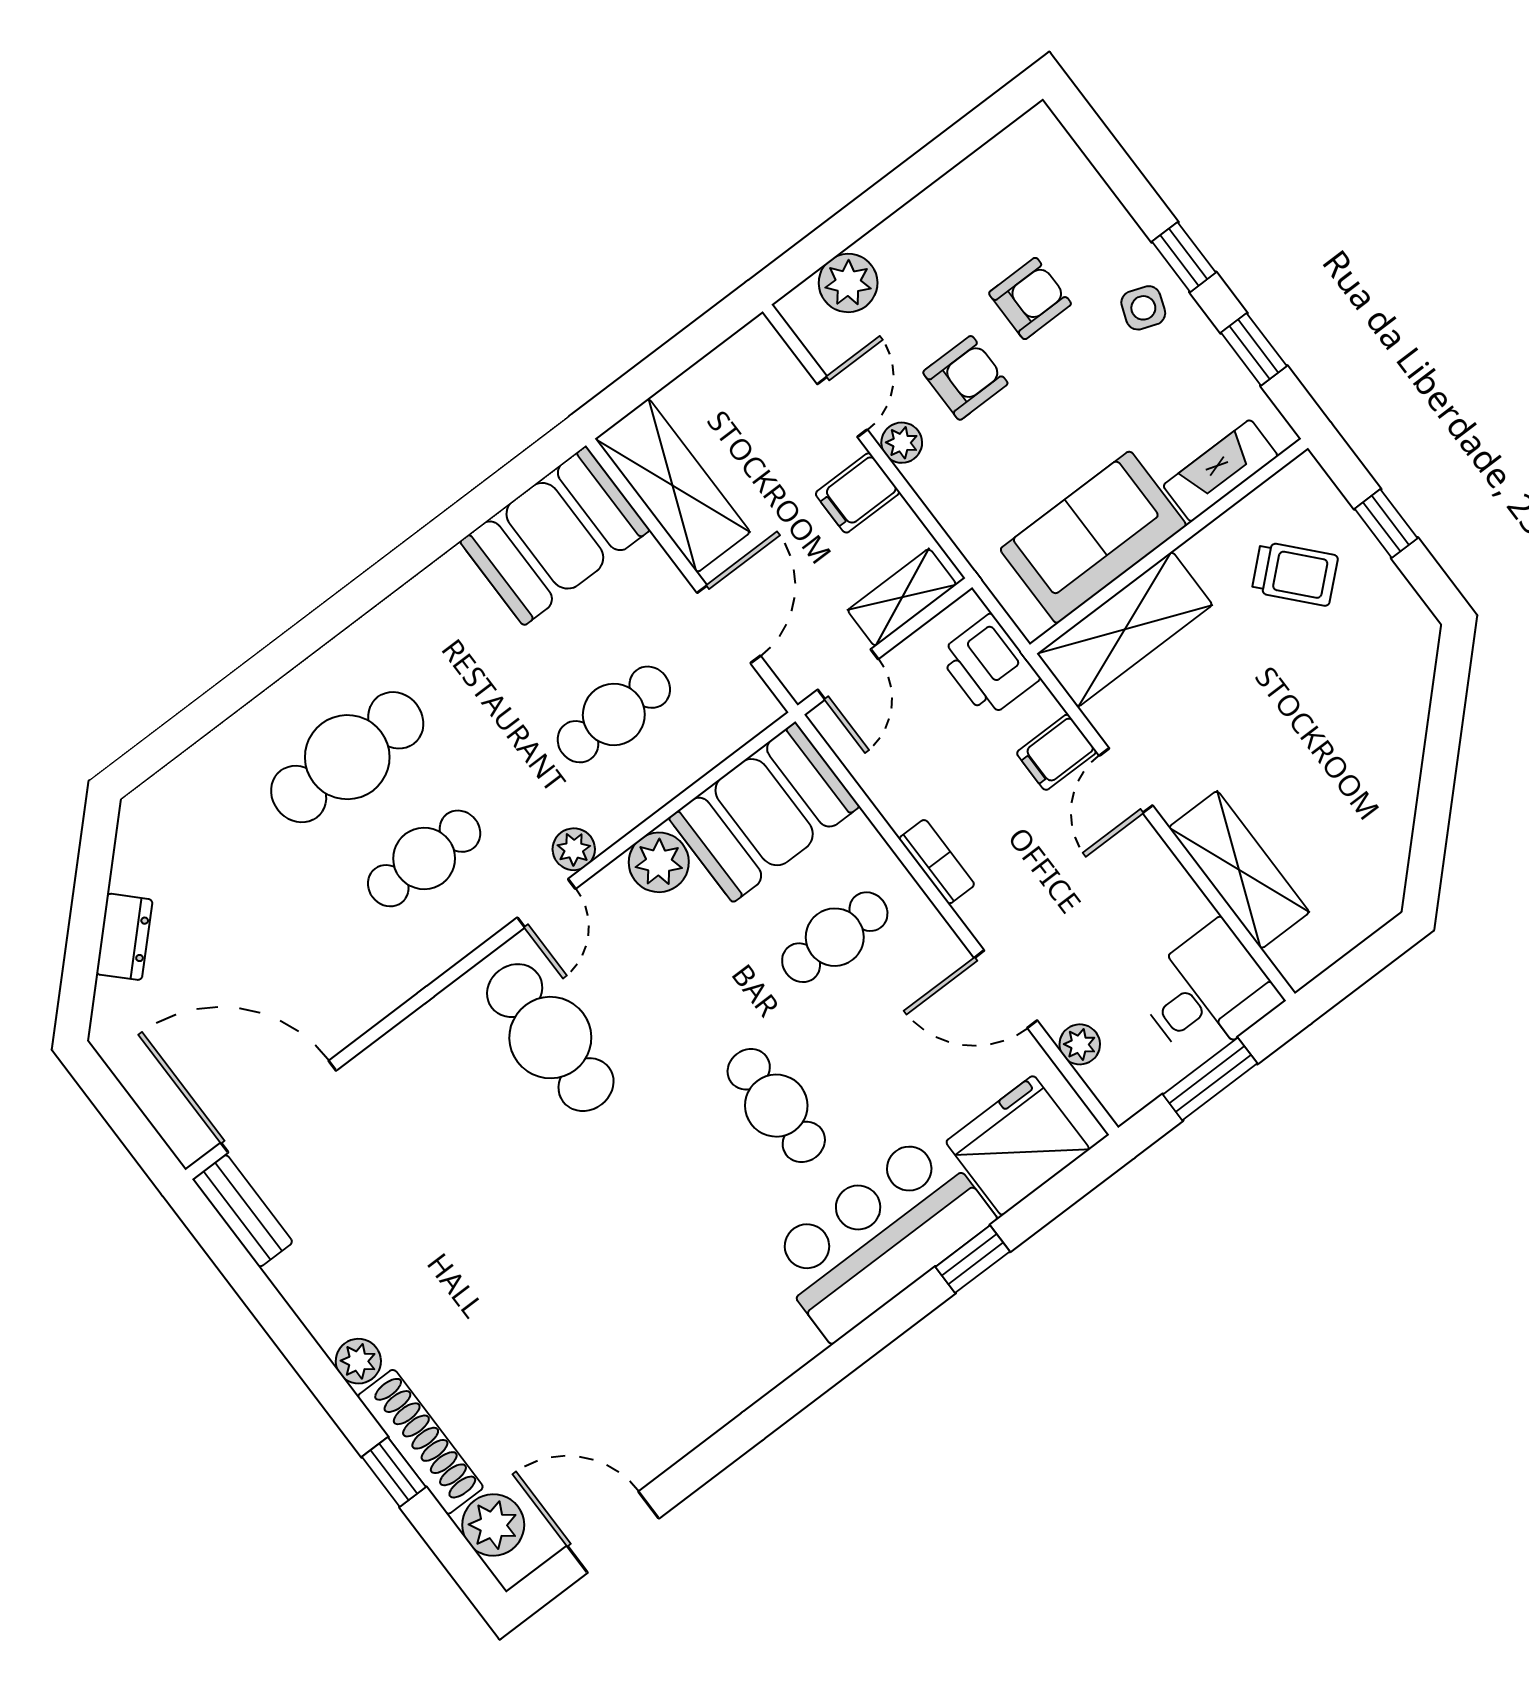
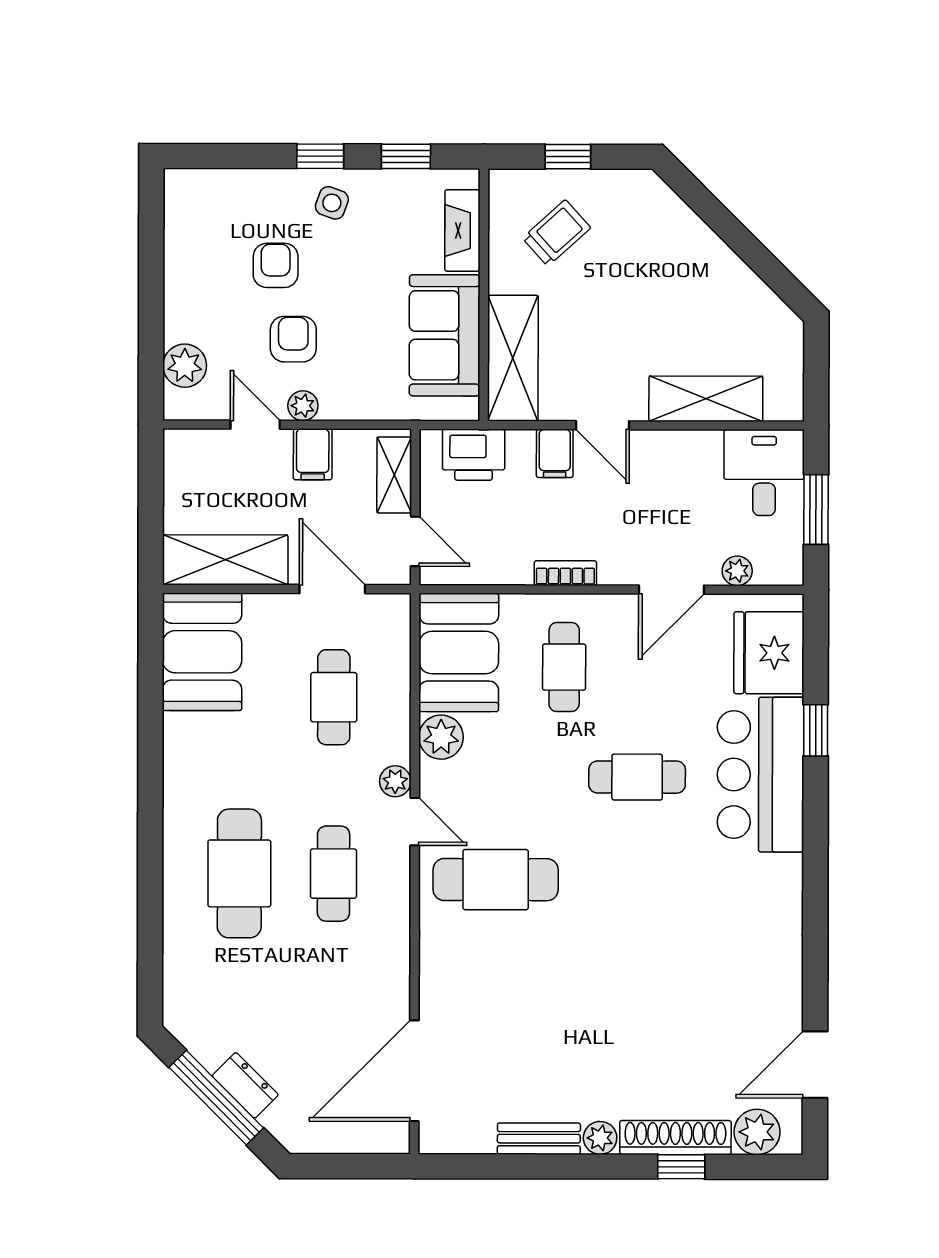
window: (87, 916) -> (216, 1098), added
bench: (243, 1211) -> (539, 1139), moved

